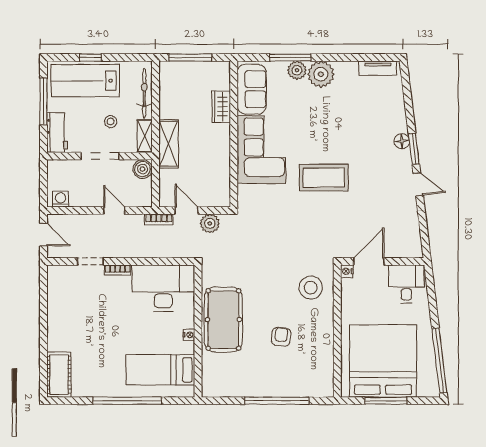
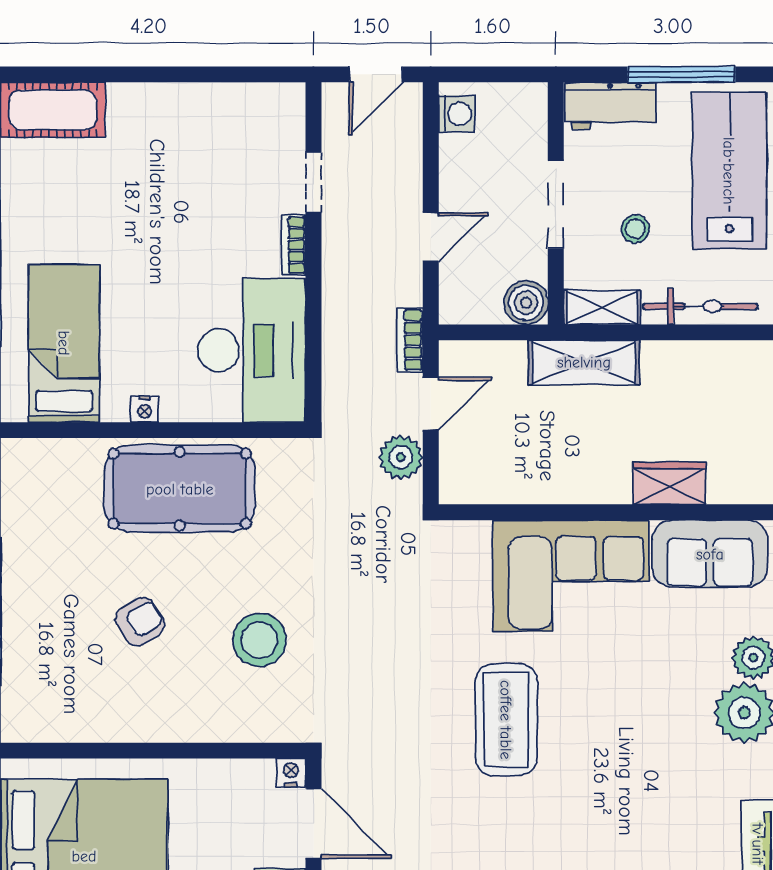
stool: (311, 288) -> (259, 640), moved
armchair: (281, 337) -> (140, 622), turned -39

